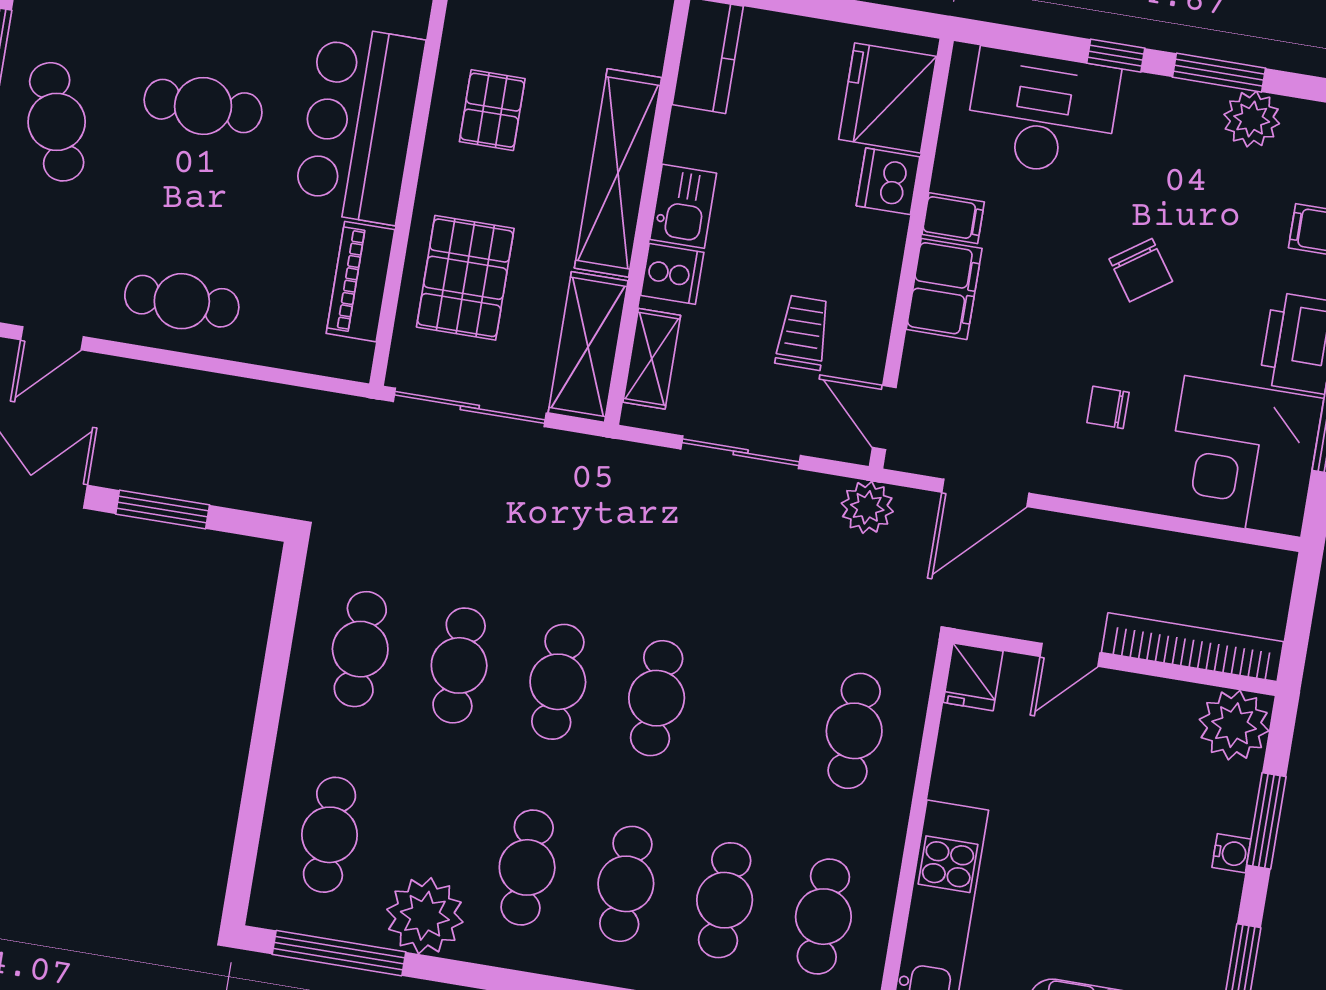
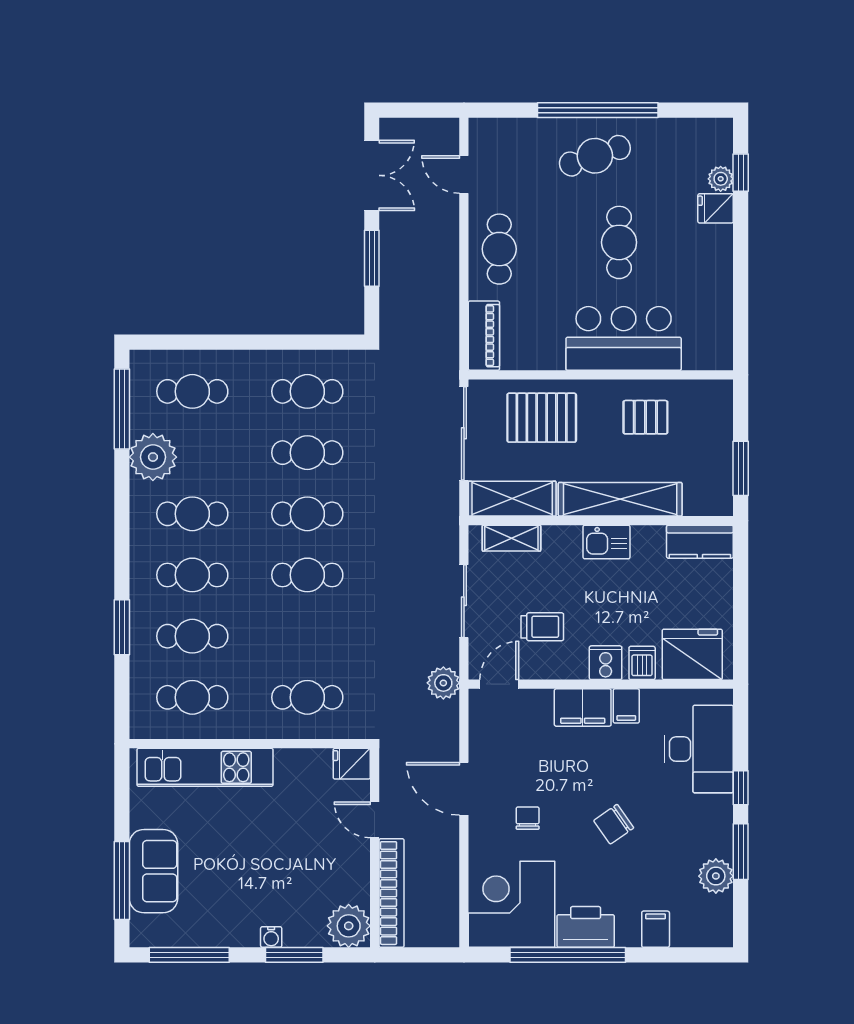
dishwasher: (888, 181) -> (642, 663), width x0.73
cooker: (672, 274) -> (606, 663), moved, turned 180
piano: (360, 282) -> (484, 336), moved, turned 90
door: (985, 493) -> (464, 789), moved

